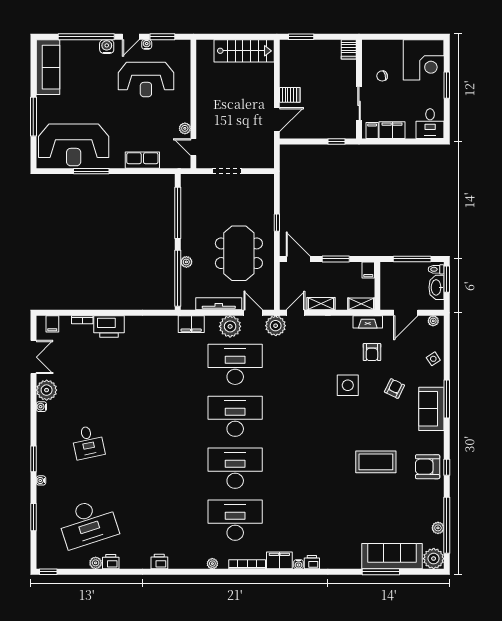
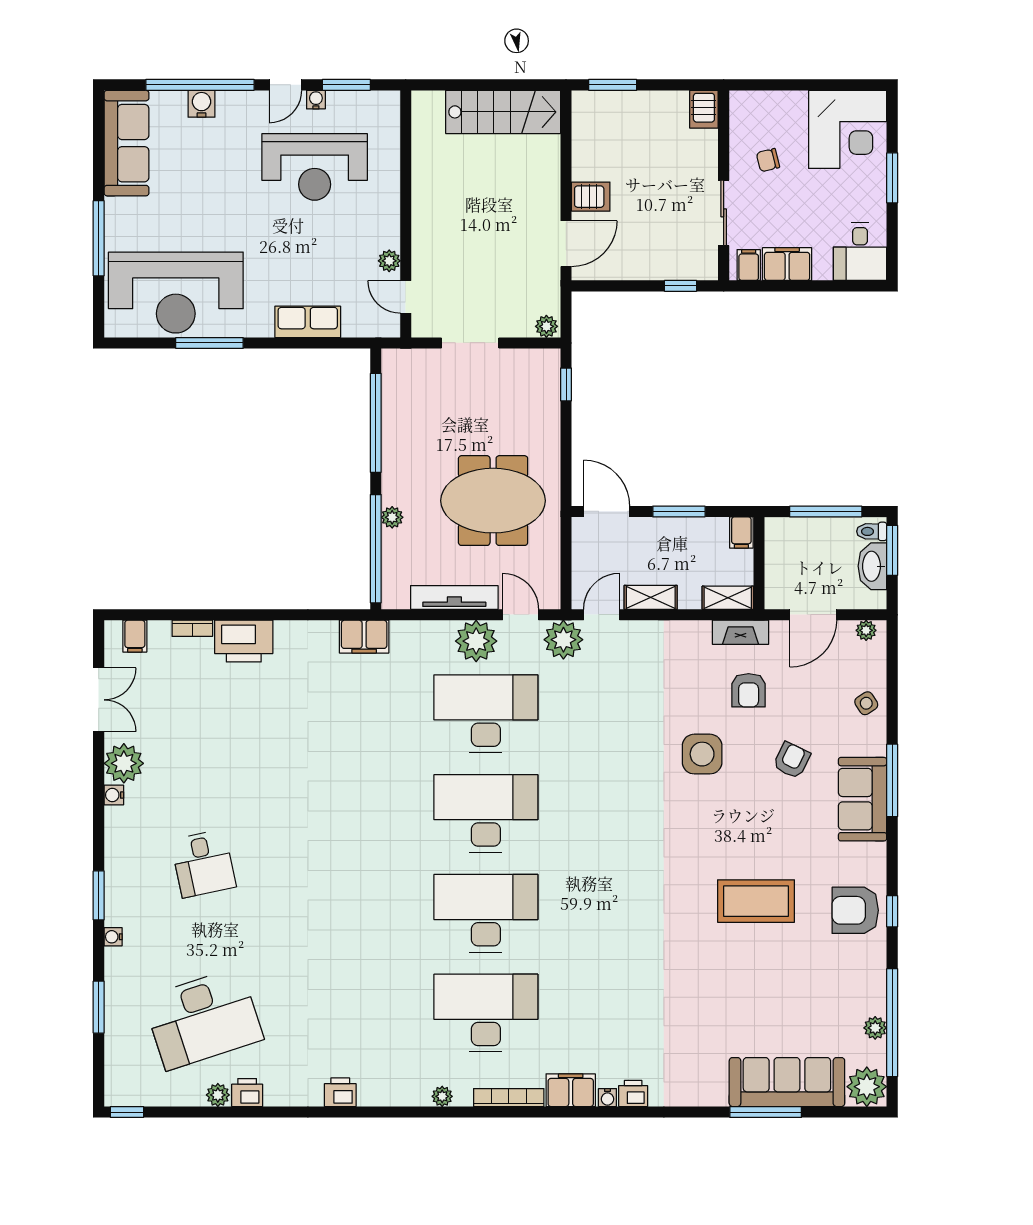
water cooler: (107, 47) -> (201, 104), moved
plant: (267, 163) -> (546, 326), added
window: (277, 223) -> (566, 384), moved
meeting table: (239, 253) -> (493, 501), turned 90
filing cabinet: (191, 324) -> (364, 637), moved

